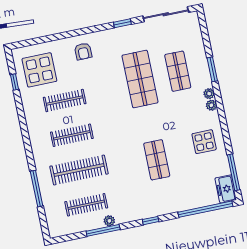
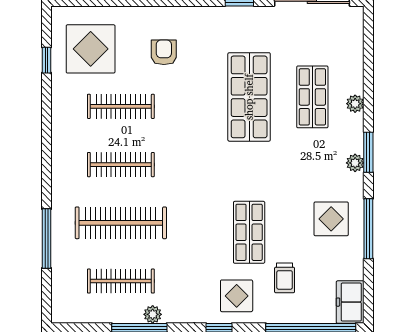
armchair: (83, 51) -> (164, 52), moved, turned 180
window: (212, 69) -> (368, 152), moved
plant: (209, 94) -> (355, 104), moved
window: (234, 172) -> (368, 229), moved
trolley: (184, 183) -> (285, 278), added
display table: (157, 199) -> (237, 296), added

